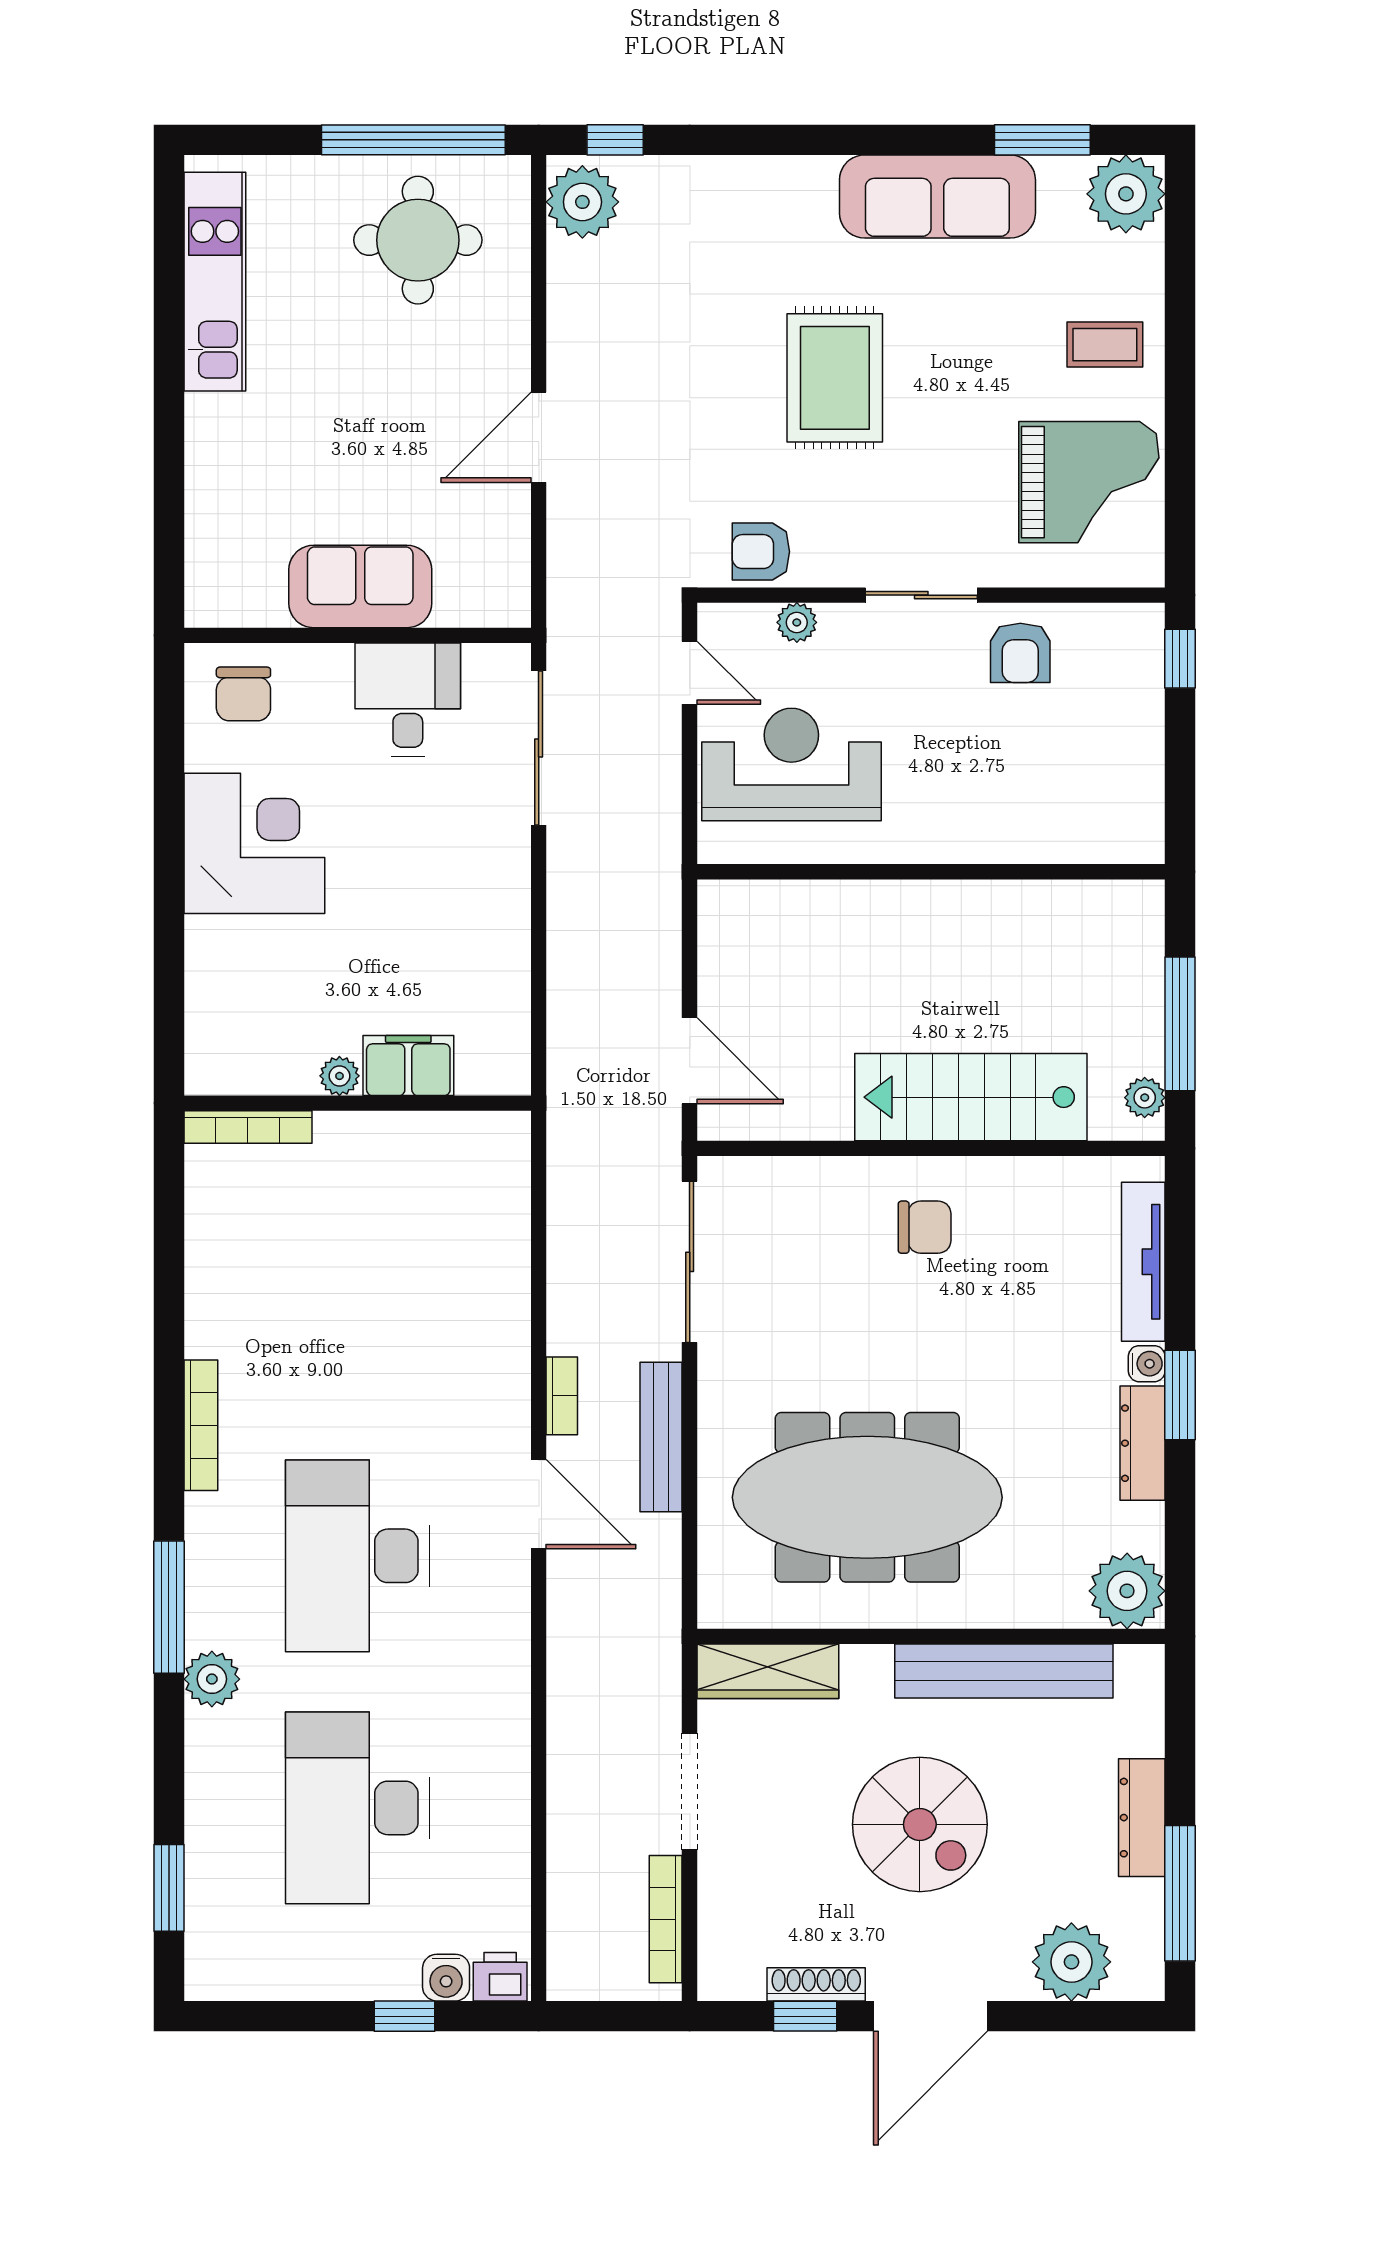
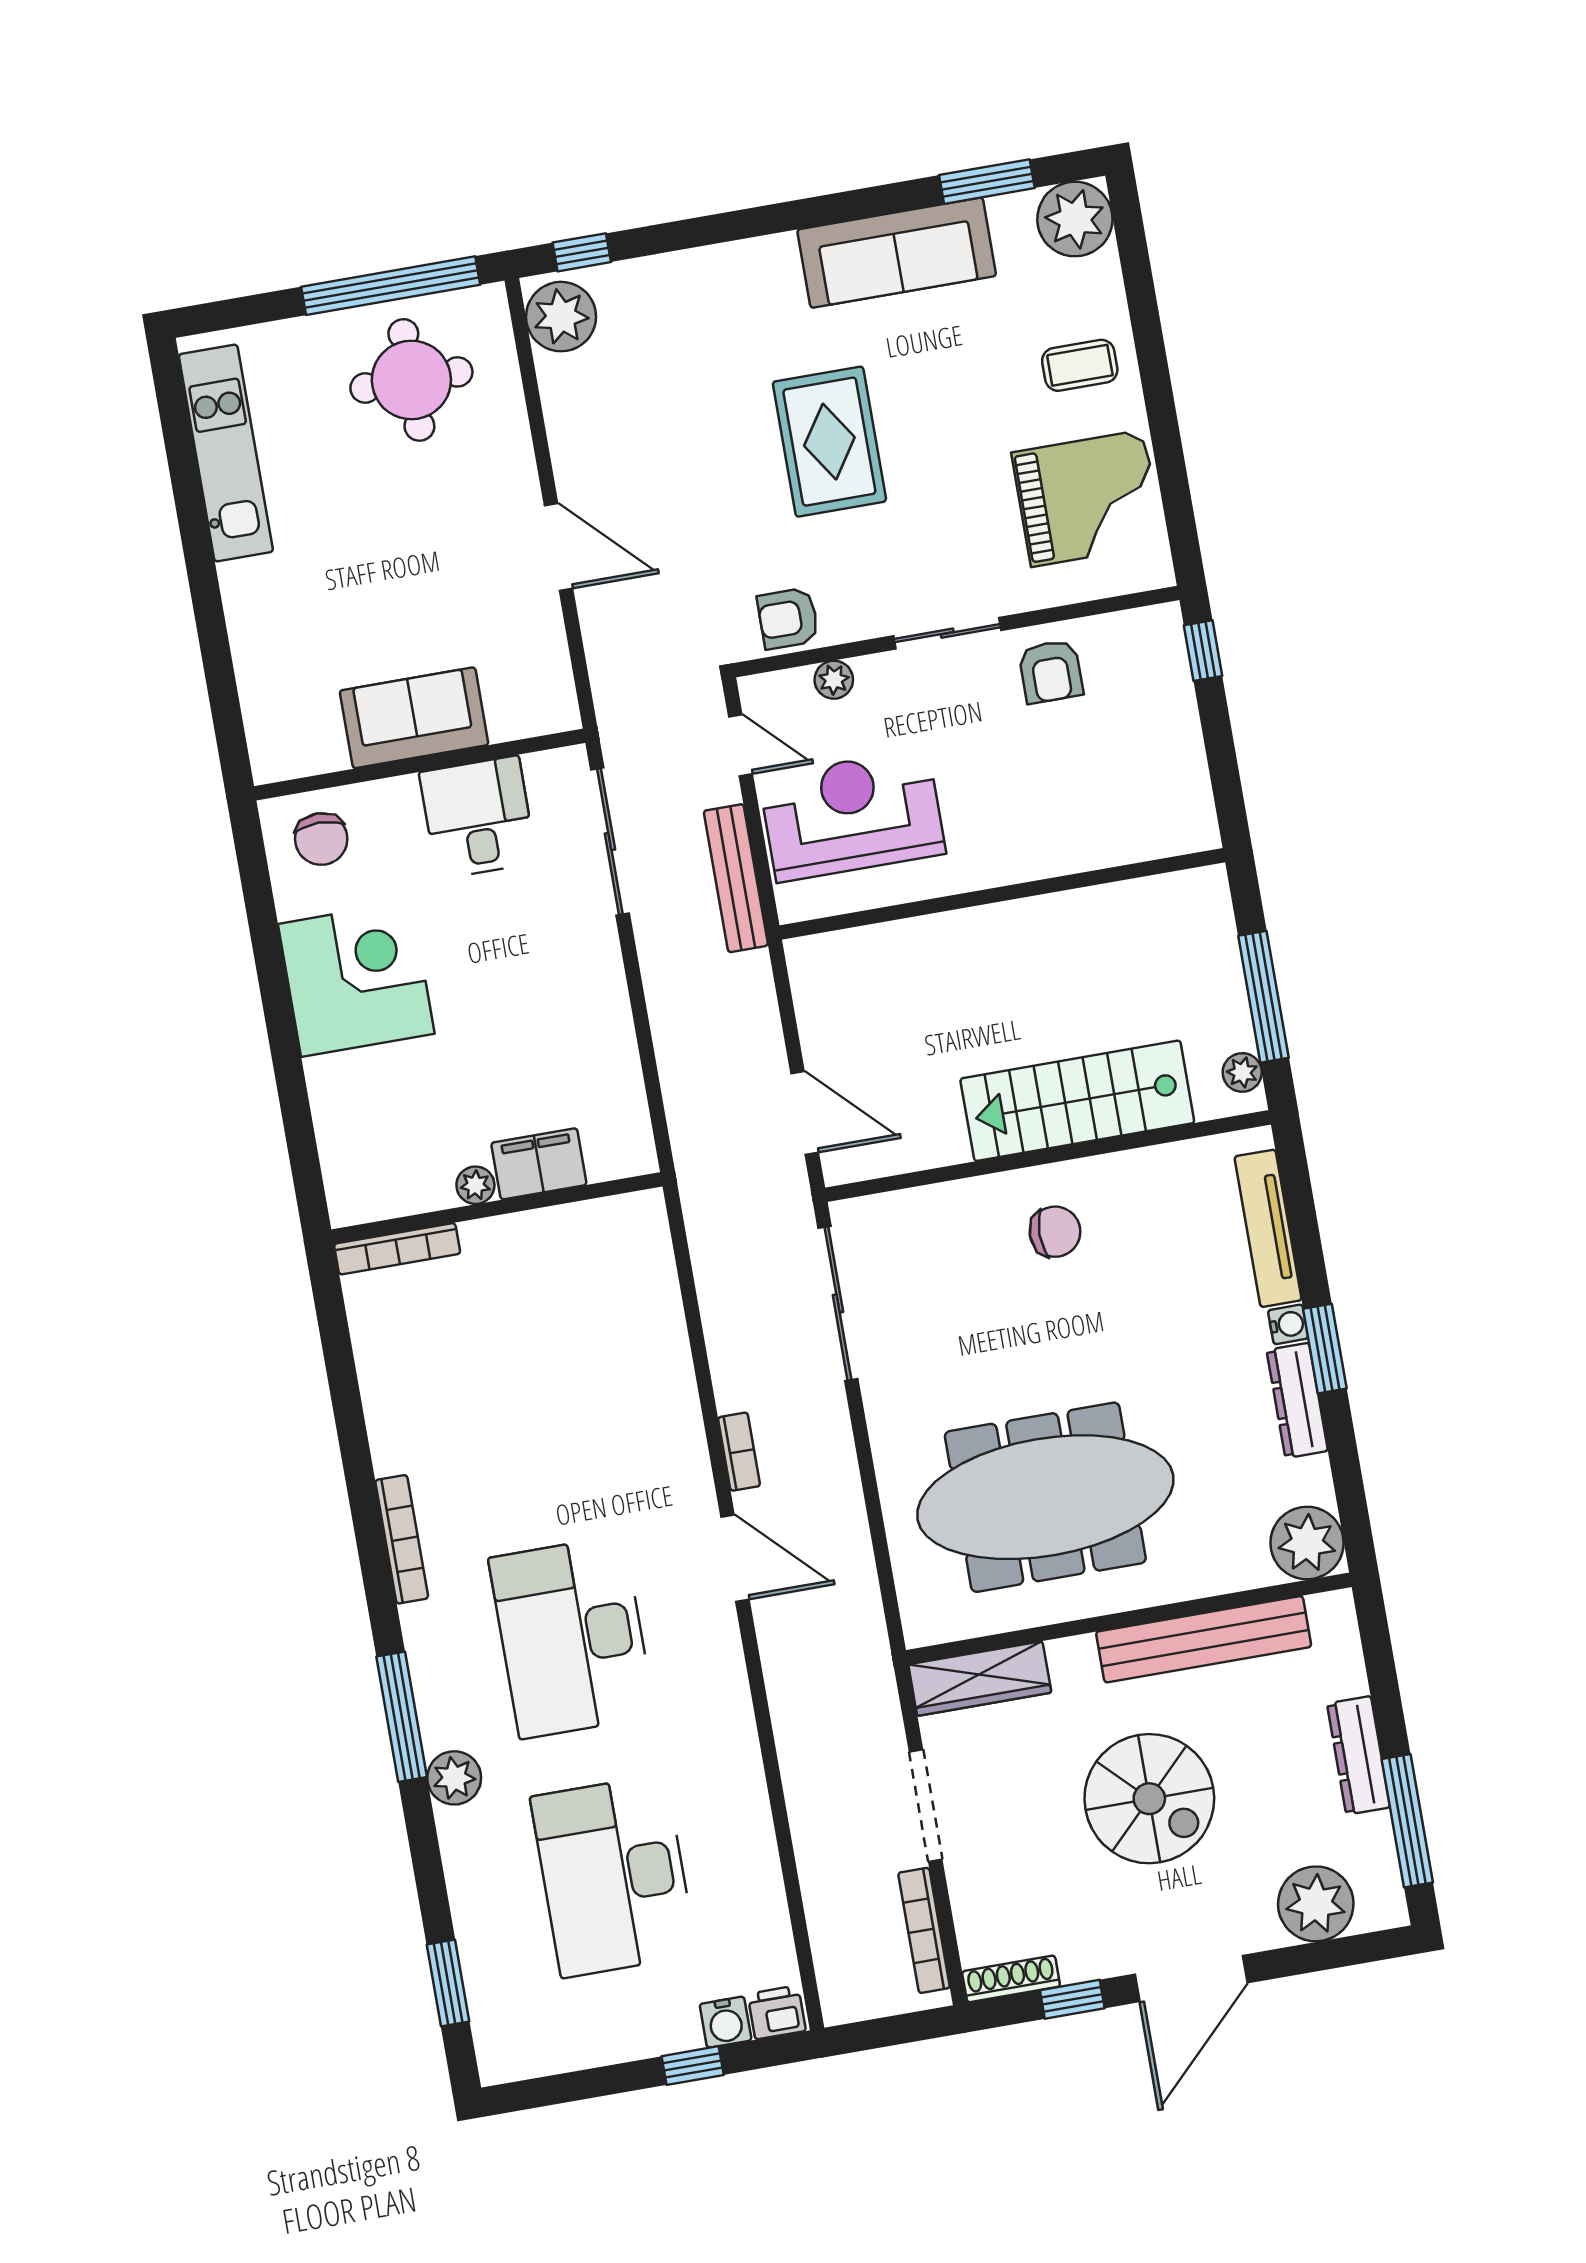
door: (539, 437) -> (558, 547), swing flipped
bench: (661, 1437) -> (736, 878), moved
shoe rack: (816, 1984) -> (1011, 1979), moved

